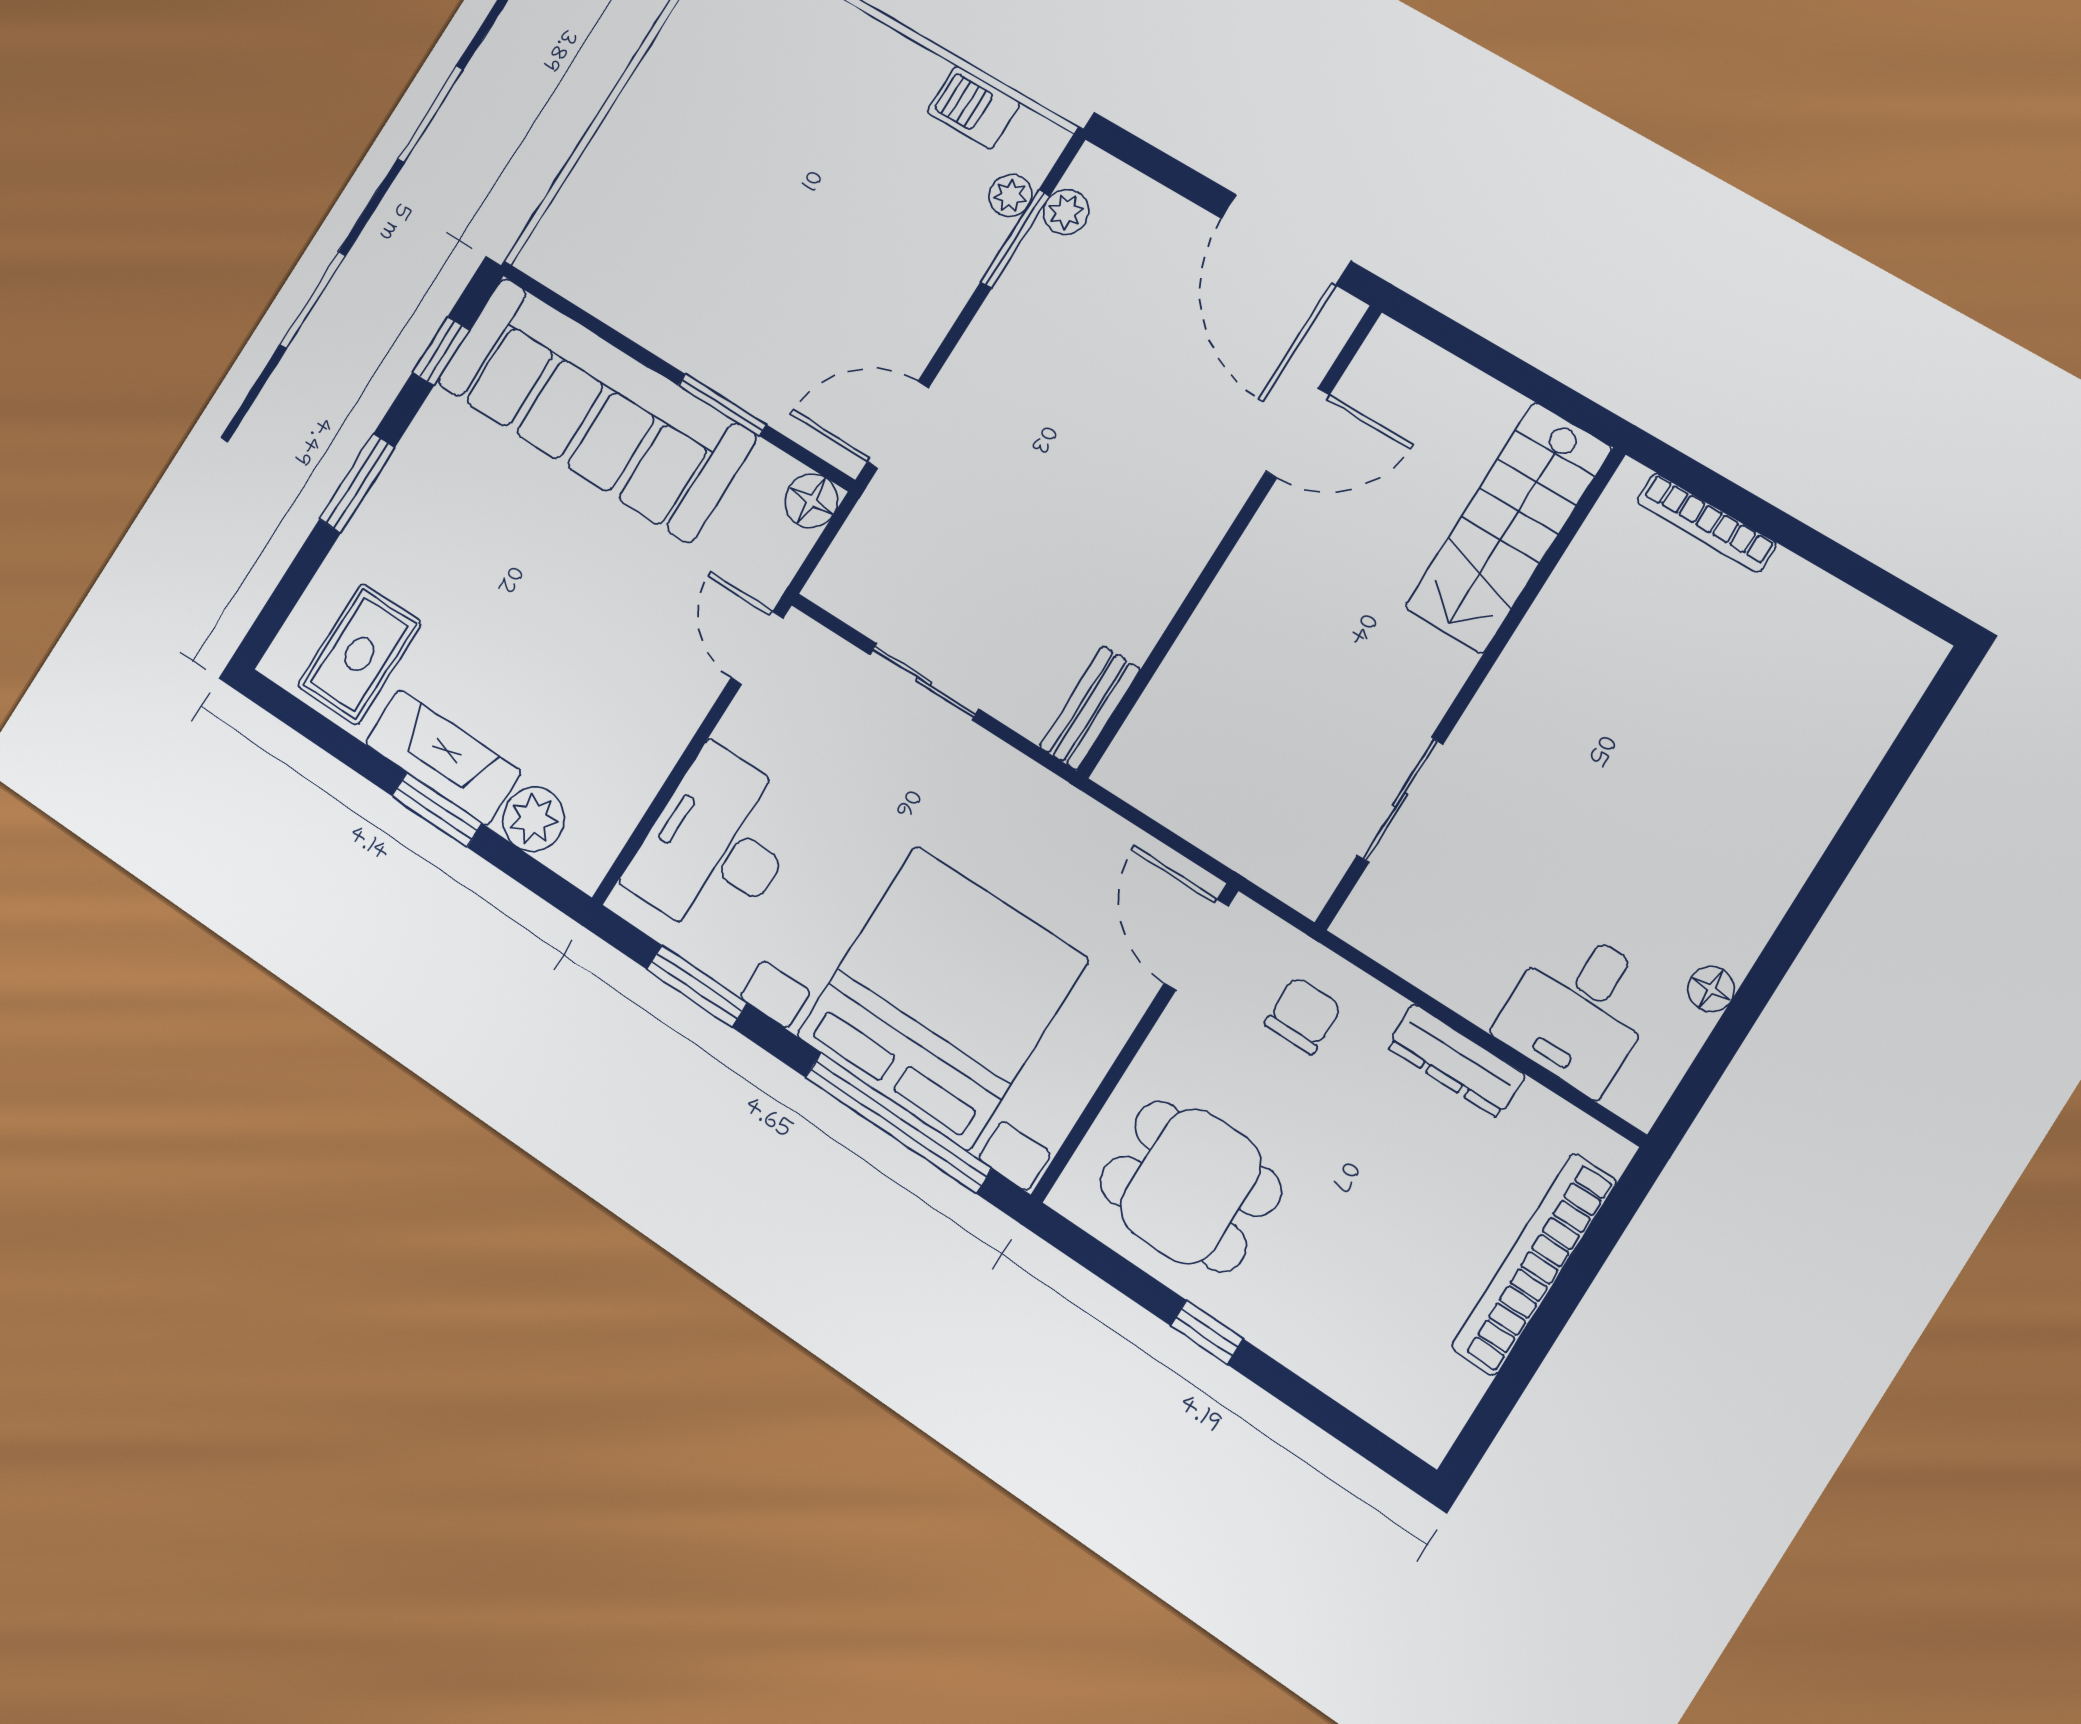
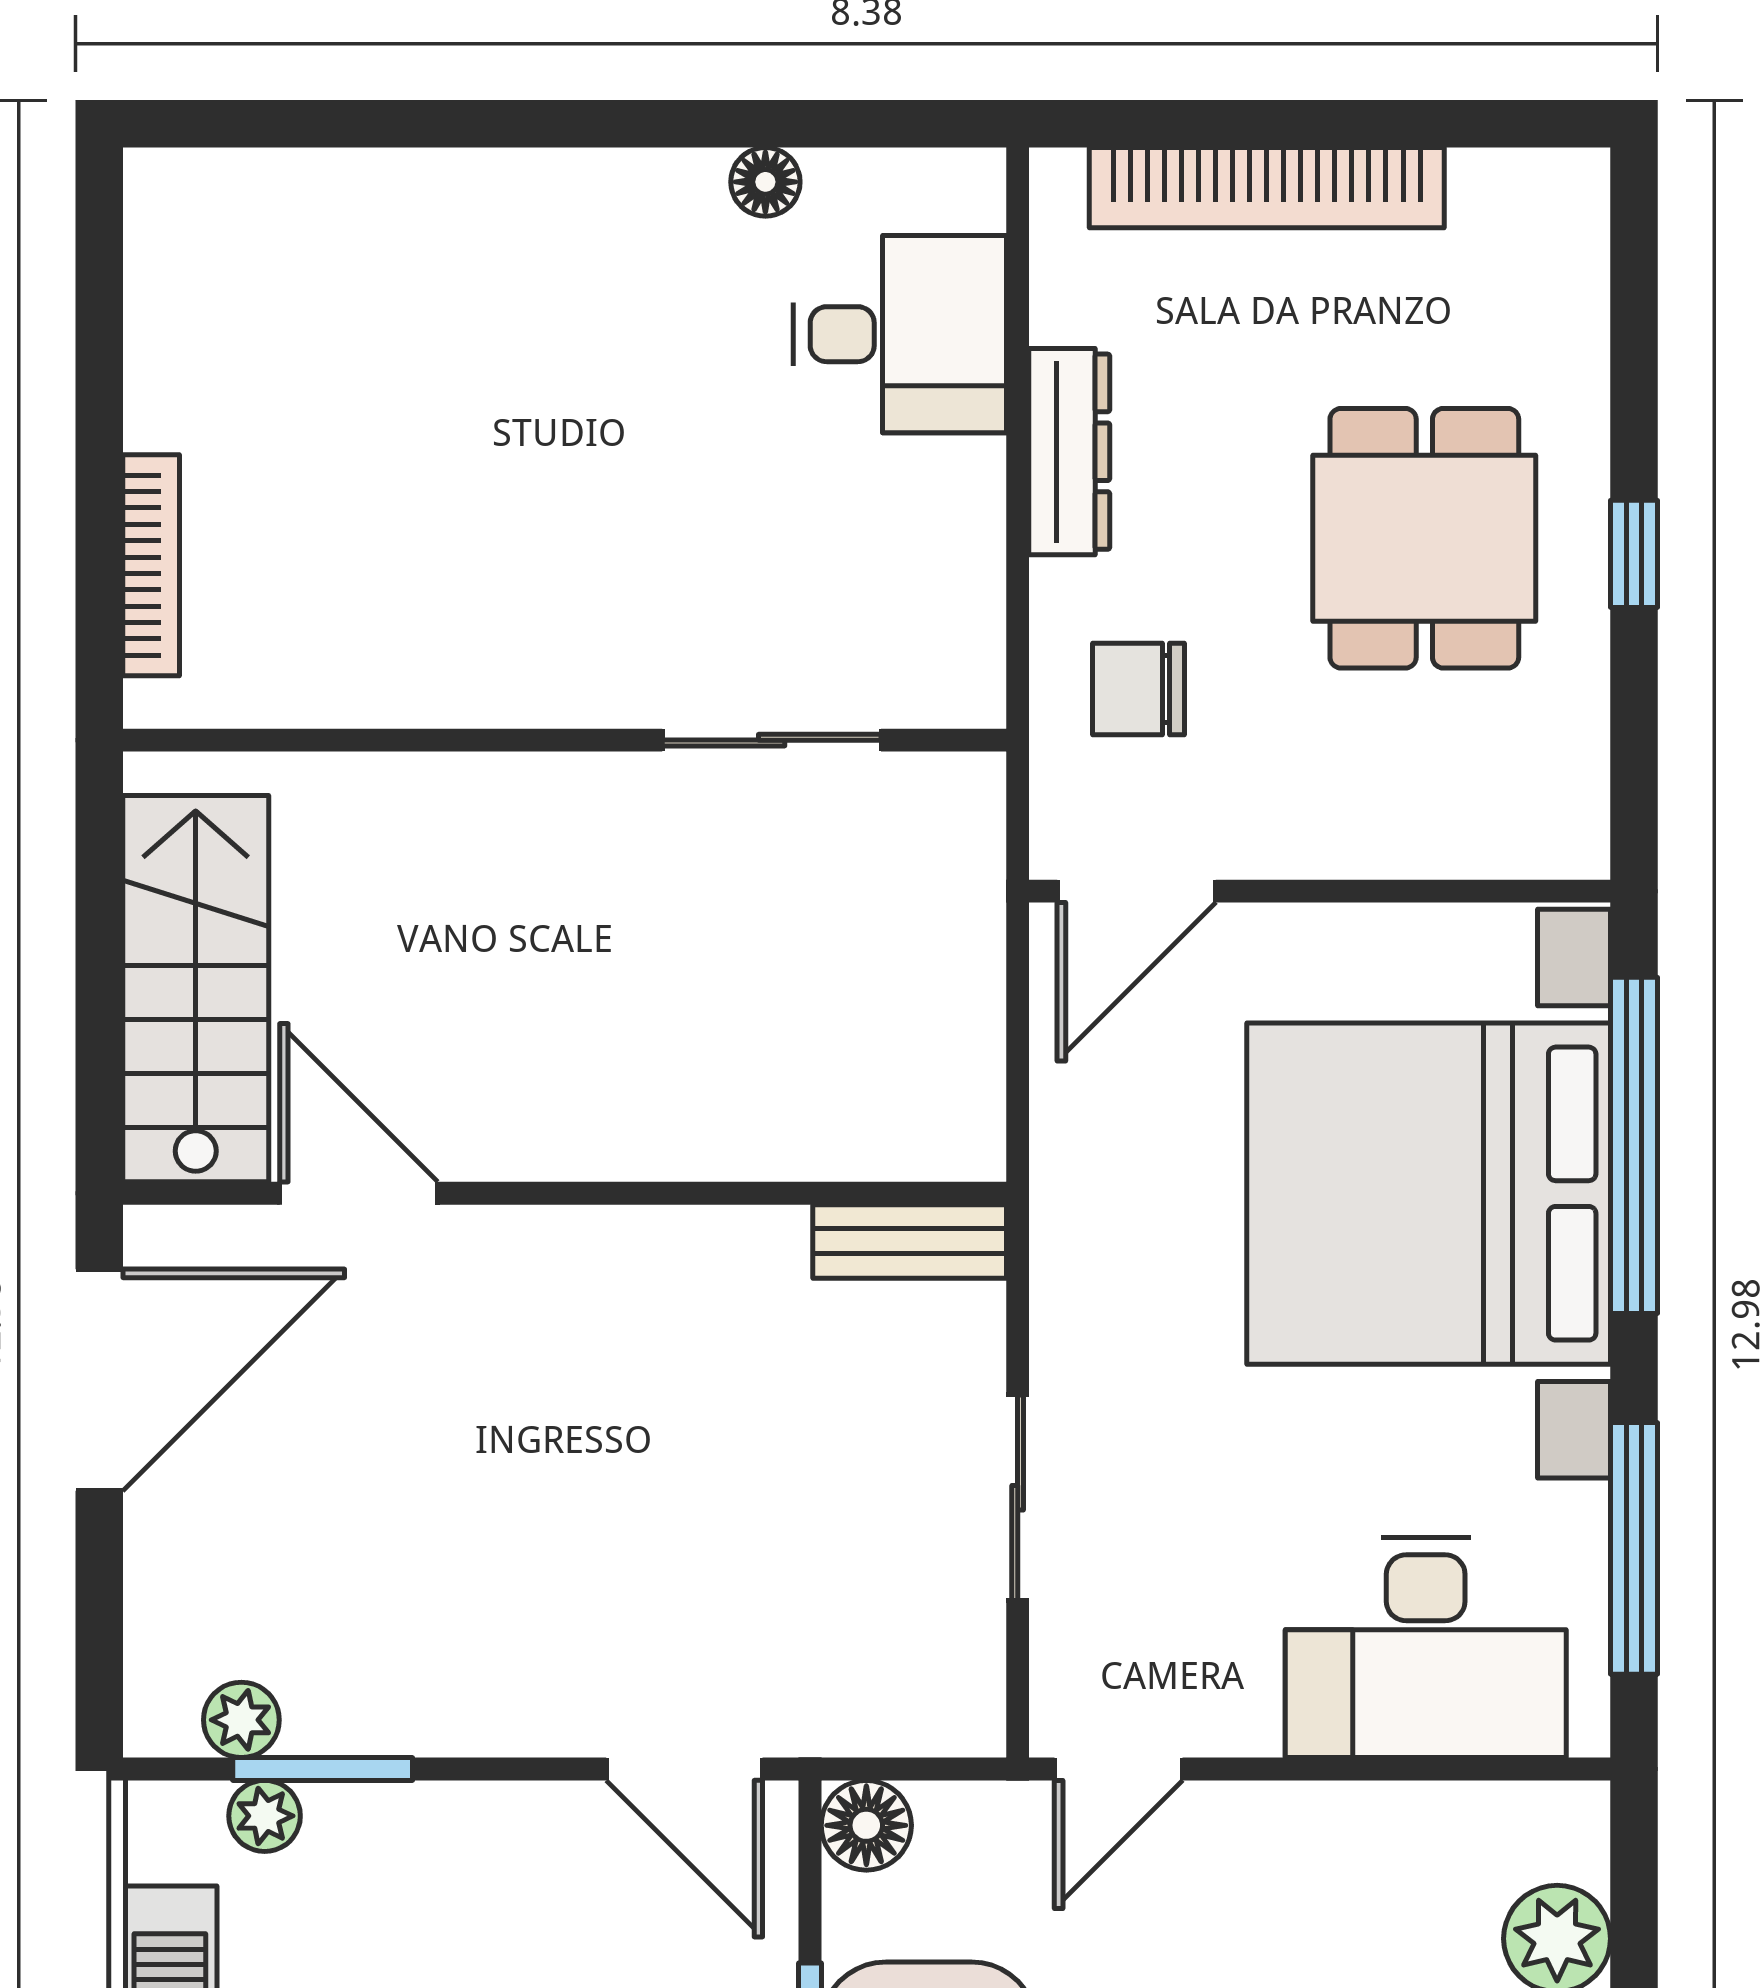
stairs: (1508, 528) -> (196, 989), moved, turned -90
window: (697, 986) -> (1634, 1548), width x1.44
dining table: (1190, 1186) -> (1424, 538), moved

